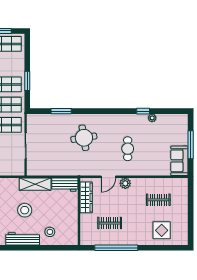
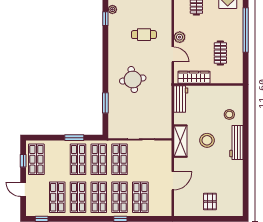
shelving: (35, 184) -> (180, 141), moved
window: (116, 248) -> (246, 30), moved

